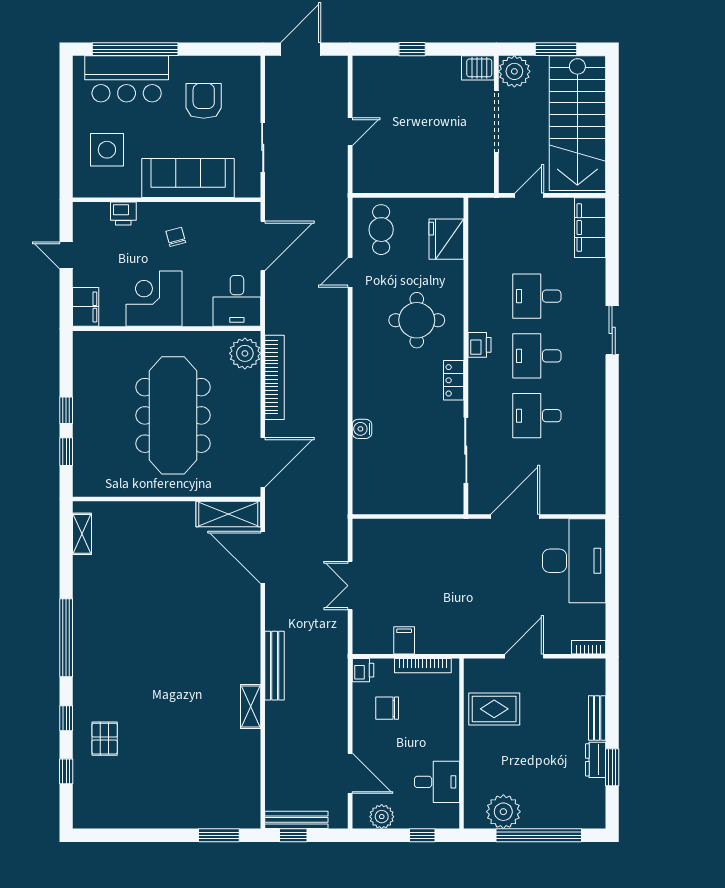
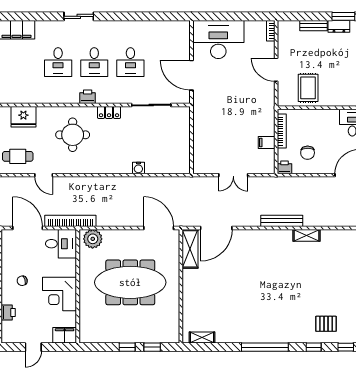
bookcase: (274, 377) -> (70, 221), moved

